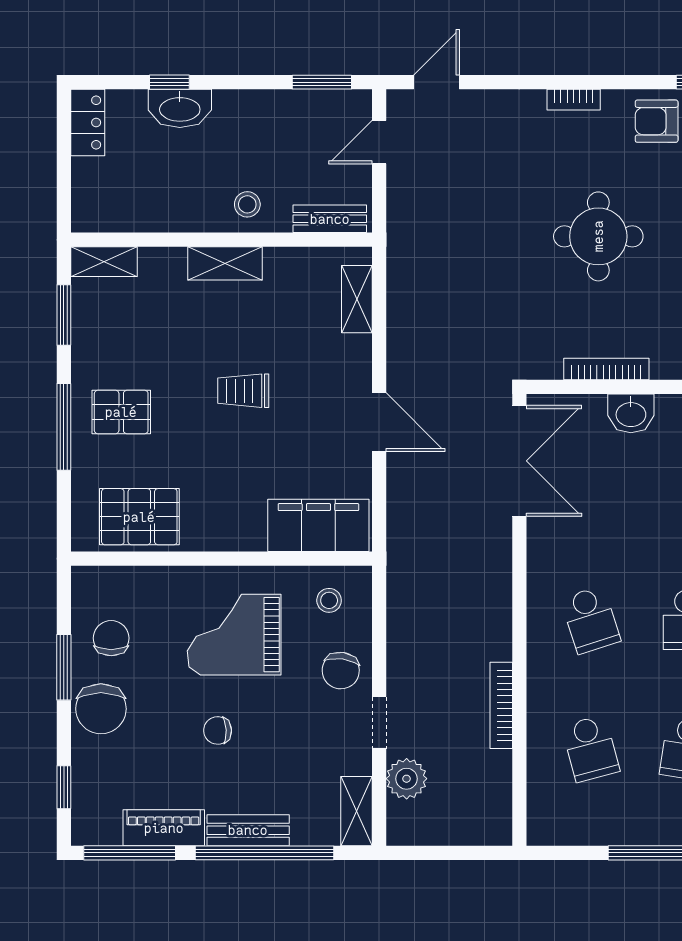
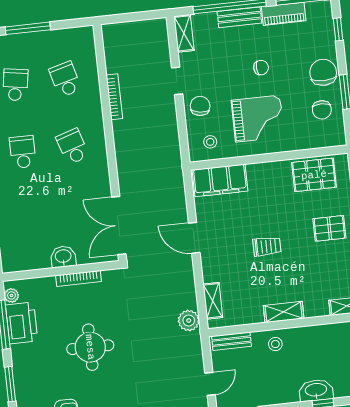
plant: (407, 779) -> (189, 321), moved

